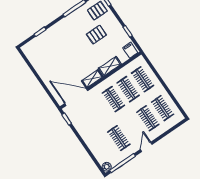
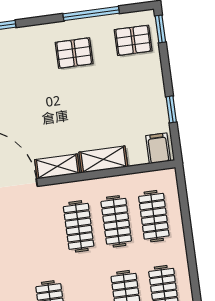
pallet: (96, 35) -> (74, 53), moved

